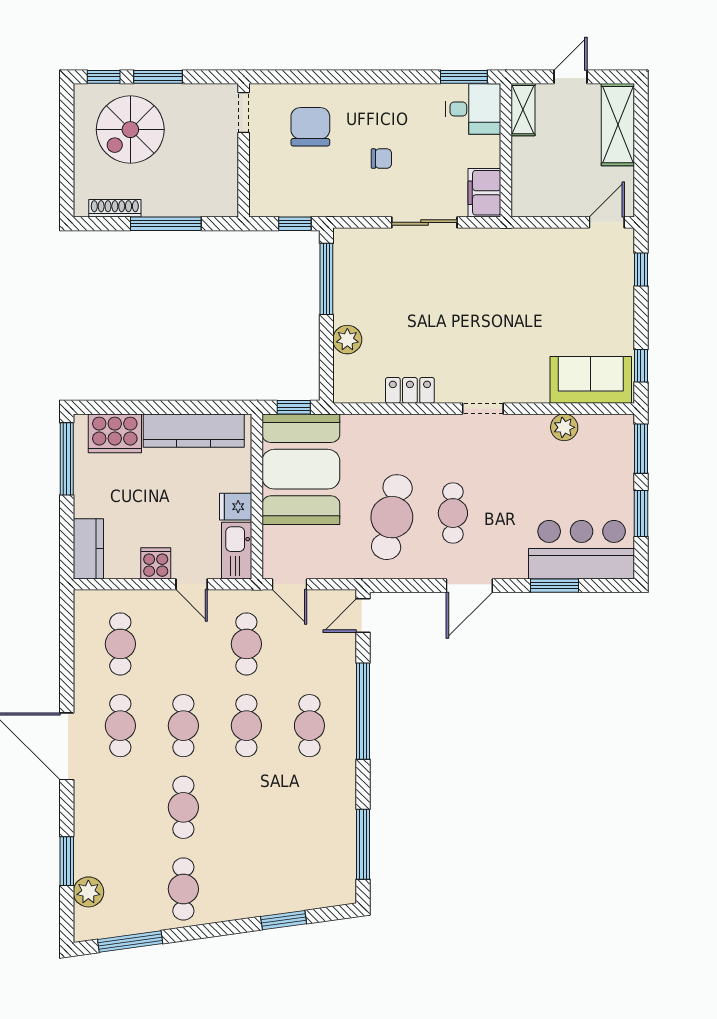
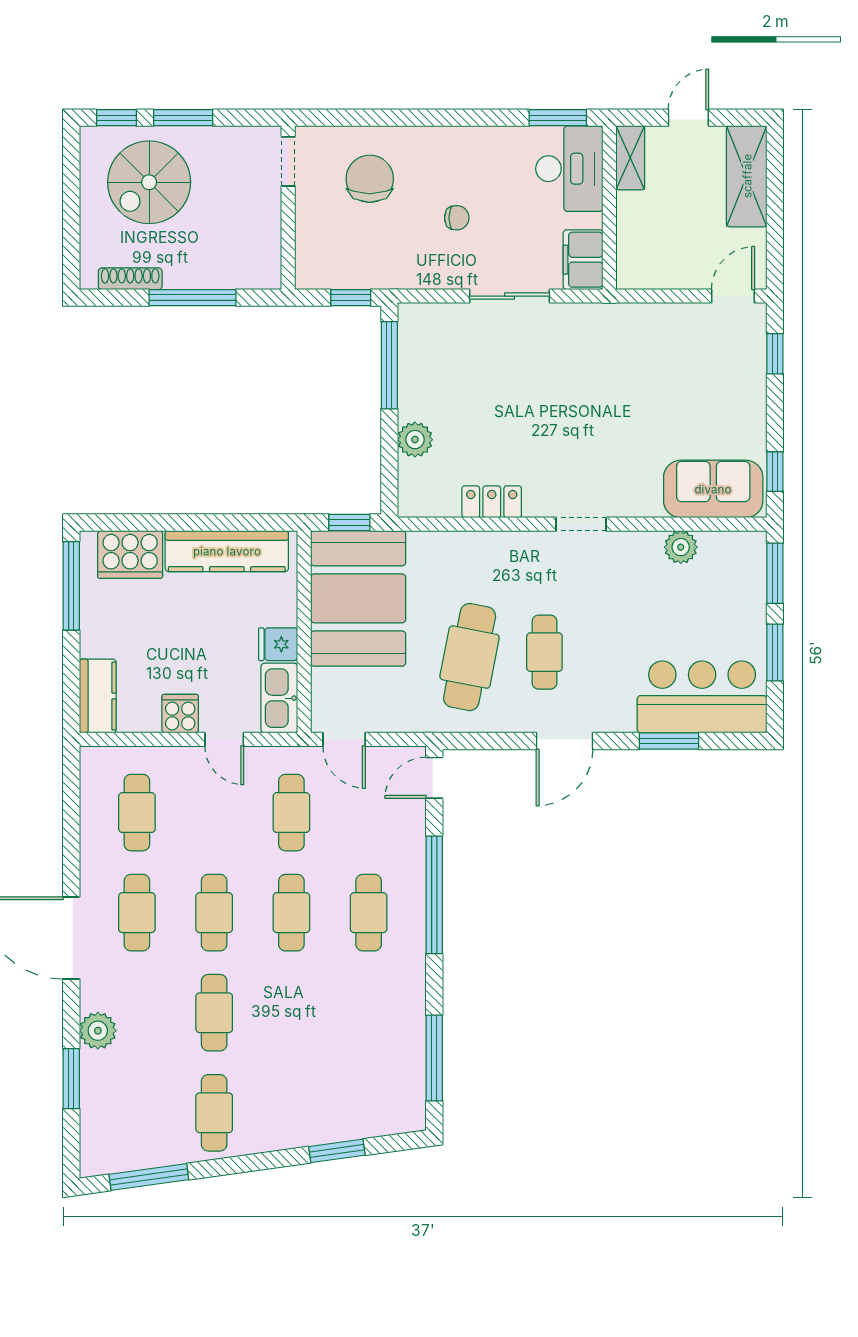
desk: (473, 109) -> (569, 169), width x1.37
plant: (88, 892) -> (98, 1031), moved

